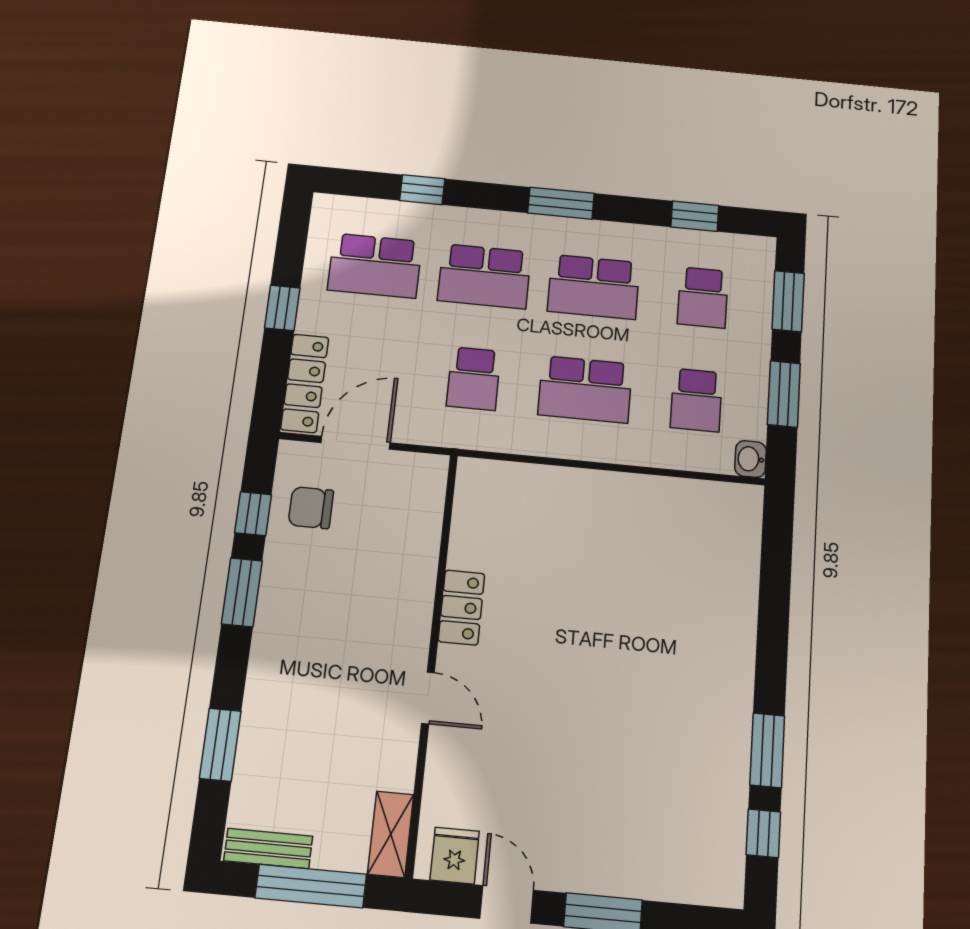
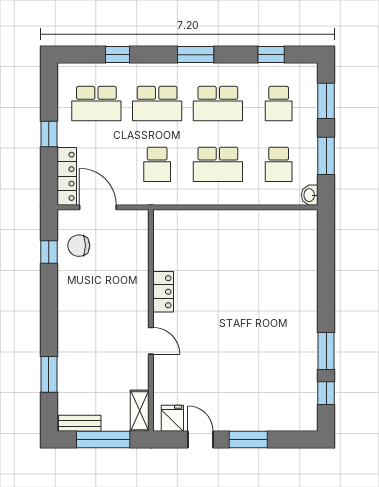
door: (356, 443) -> (98, 207), hinge flipped
window: (242, 592) -> (49, 295), removed

